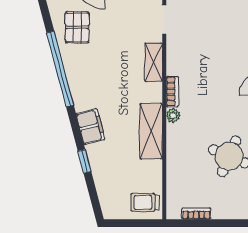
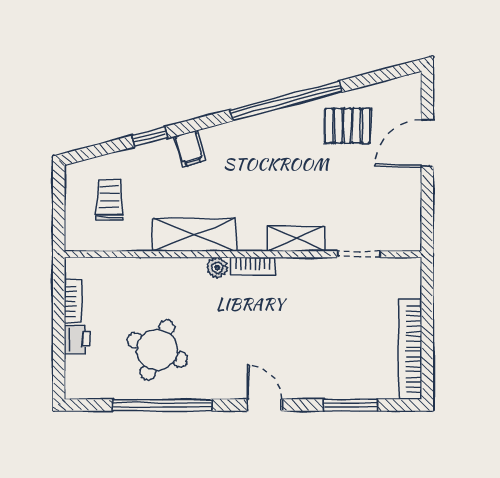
filing cabinet: (90, 127) -> (189, 149), width x0.50
trolley: (145, 202) -> (110, 200), moved
printer: (222, 210) -> (77, 339), added

